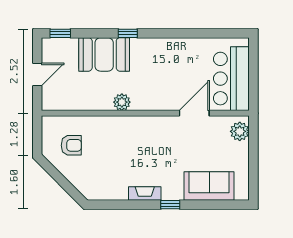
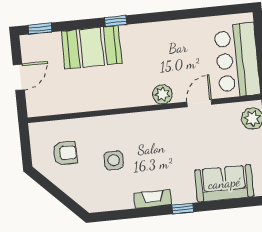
plant: (122, 102) -> (162, 94), moved
door: (194, 113) -> (199, 103), width x0.73
side table: (114, 156) -> (114, 160), added

